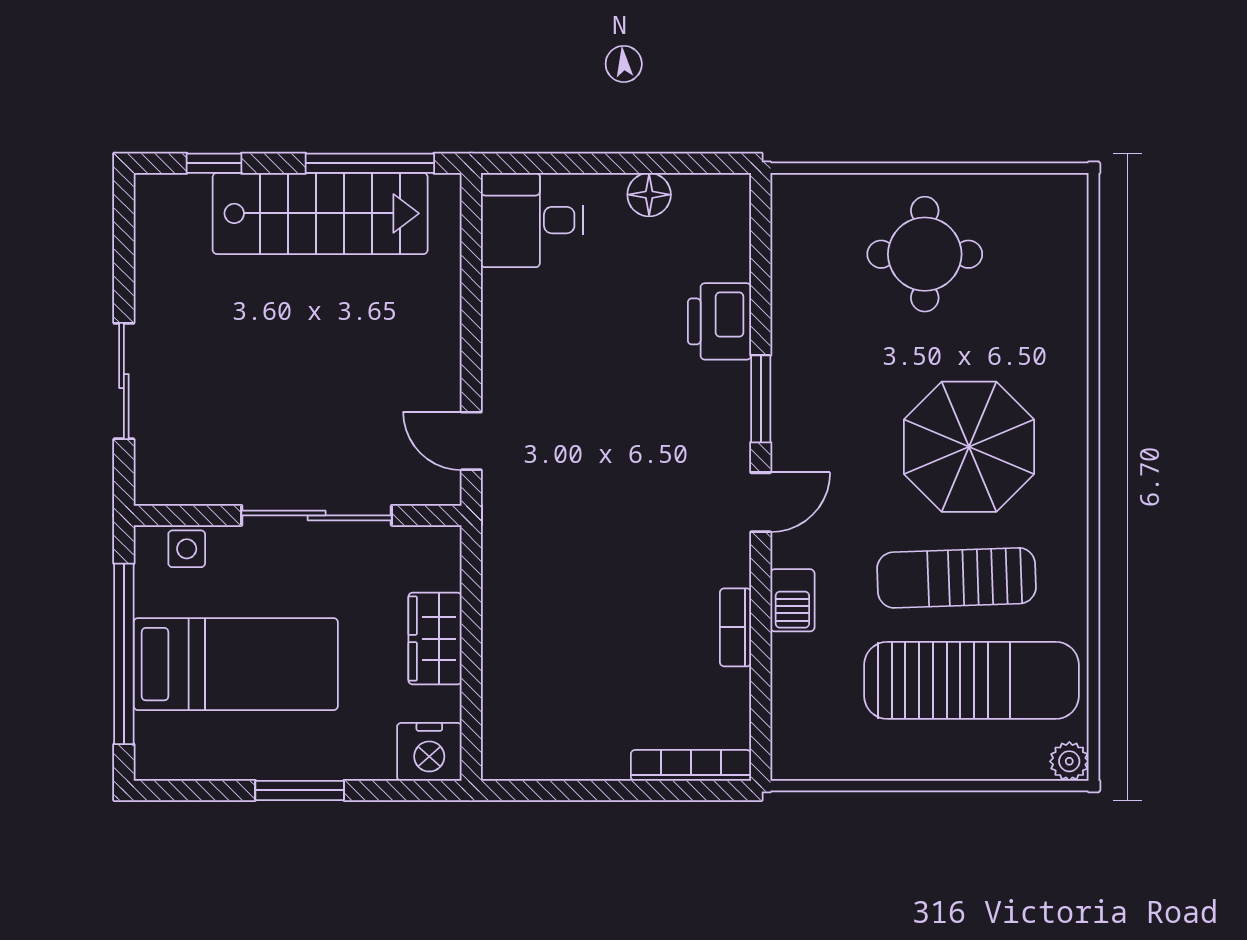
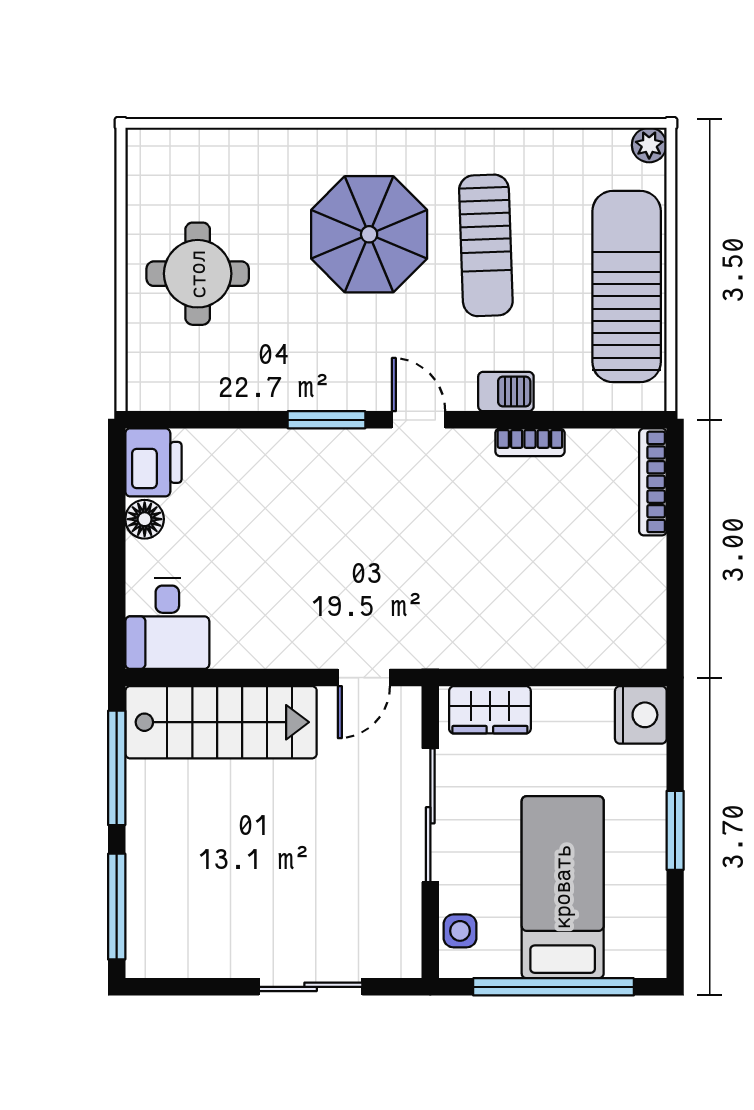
window: (214, 163) -> (117, 907), width x2.17
stairs: (320, 213) -> (221, 722), moved, turned 90
printer: (719, 321) -> (153, 462), moved, turned -90
wardrobe: (435, 639) -> (490, 710), moved
sun lounger: (971, 680) -> (627, 286), moved

